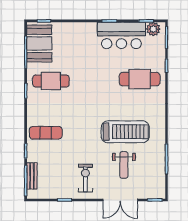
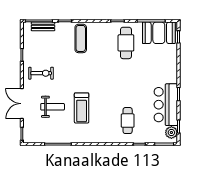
cafe table: (140, 79) -> (128, 121), width x0.73, depth x0.74
treadmill: (125, 132) -> (82, 108), width x0.73, depth x0.73
weight bench: (124, 165) -> (53, 107), turned 180

